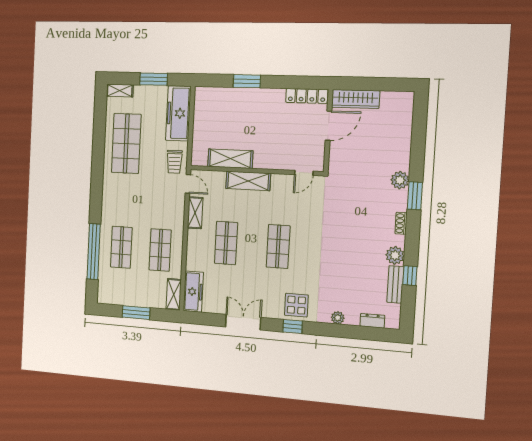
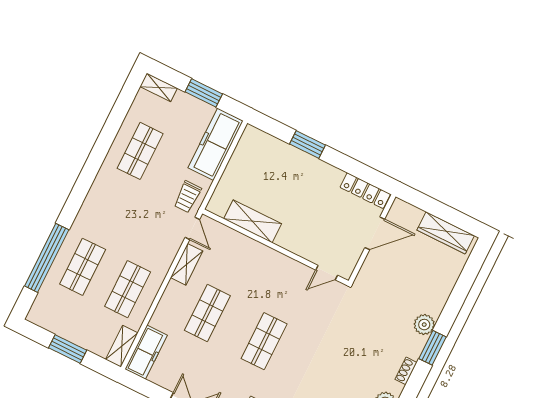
wardrobe: (355, 99) -> (446, 233), moved
shop shelf: (126, 144) -> (140, 151), width x0.70, depth x0.74
shelving: (248, 181) -> (262, 255), removed

